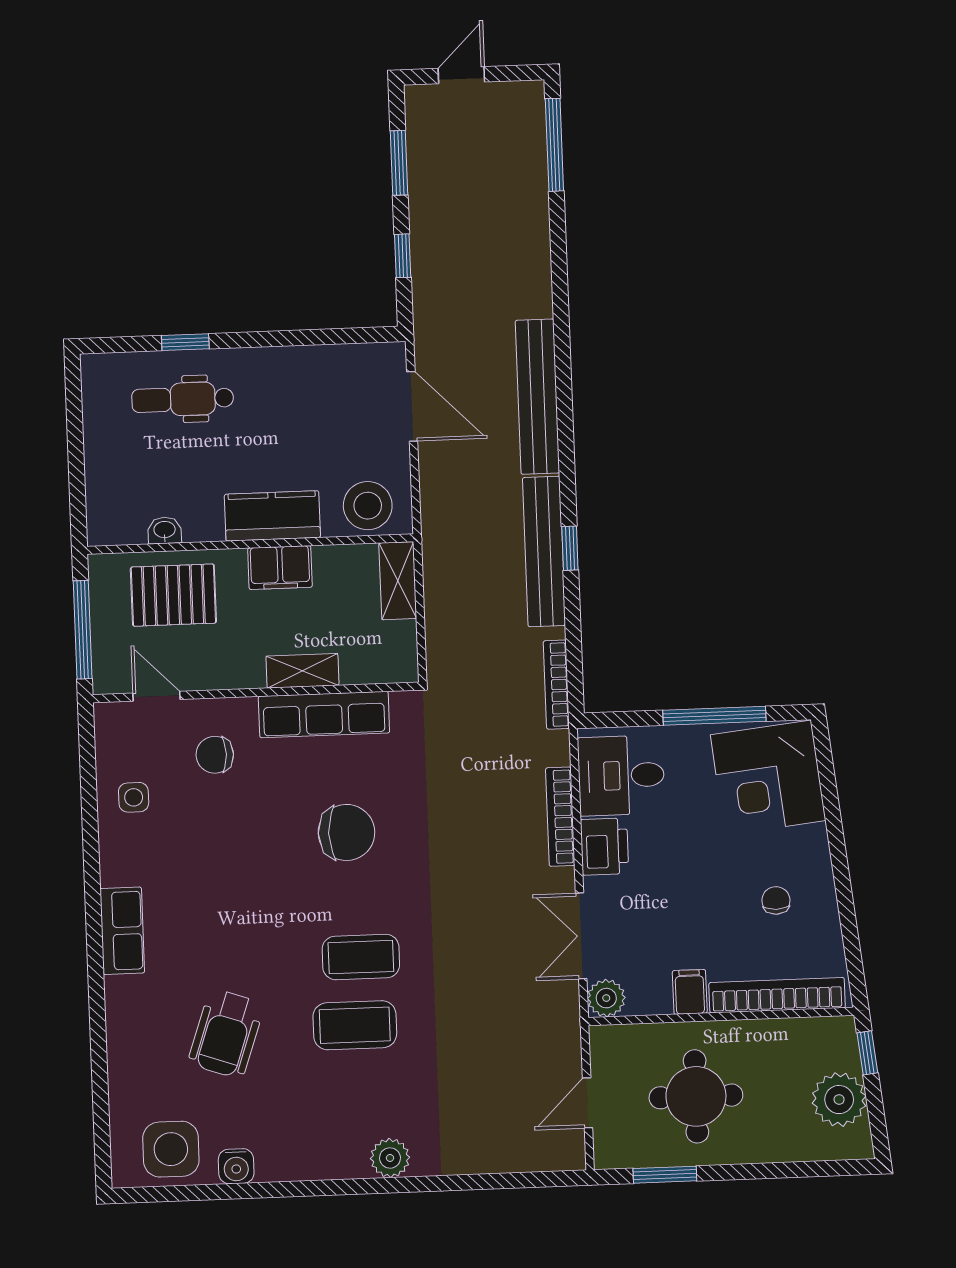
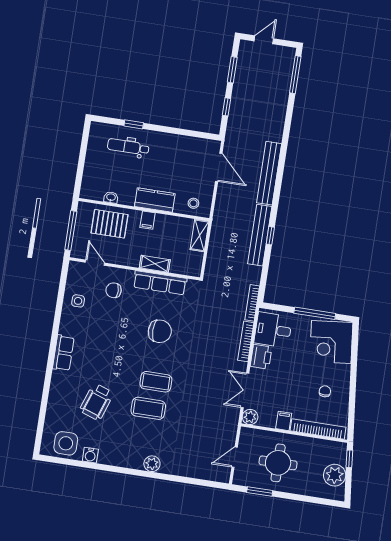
stool: (368, 506) -> (193, 203), width x0.53, depth x0.53
filing cabinet: (280, 568) -> (148, 220), width x0.50
bookcase: (556, 685) -> (252, 303), moved

